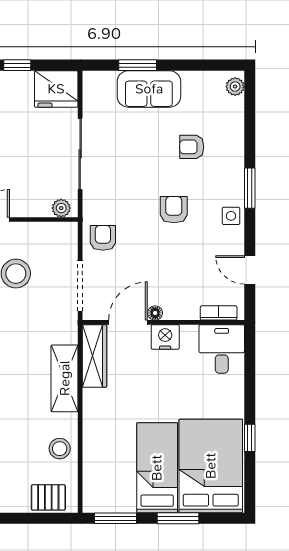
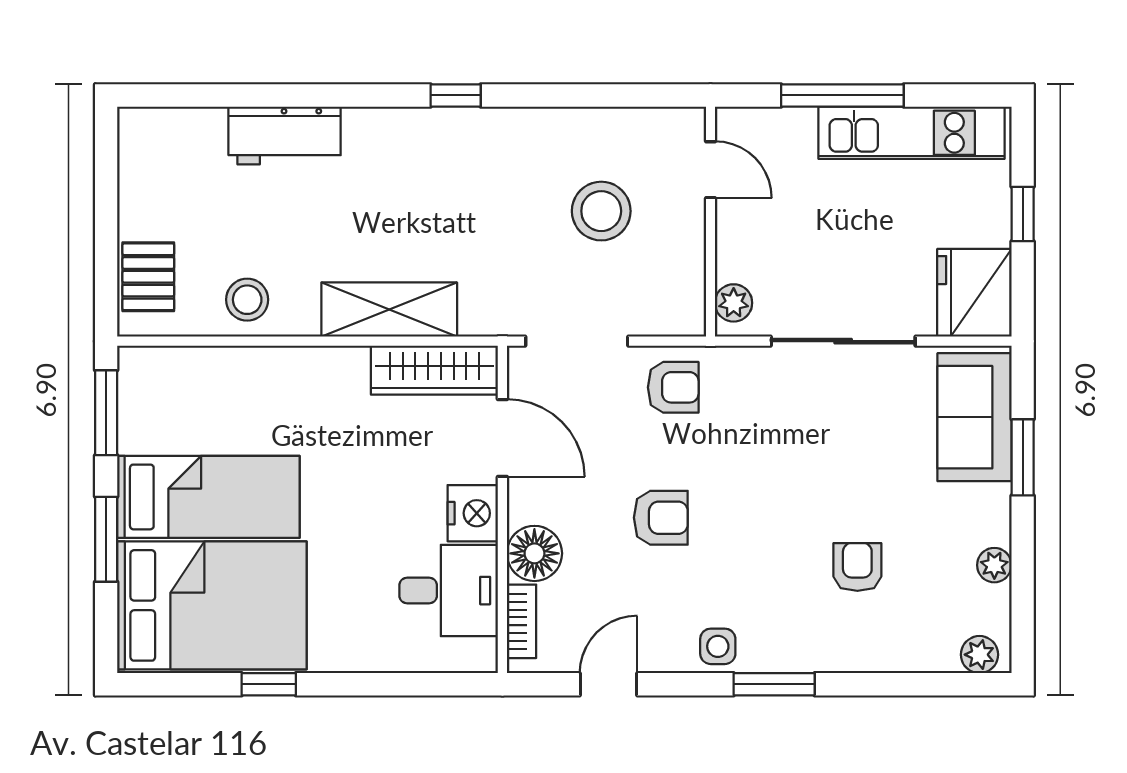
plant: (191, 79) -> (994, 565), added
sofa: (149, 89) -> (975, 417), moved
armchair: (174, 210) -> (661, 518), moved
floor lamp: (155, 313) -> (534, 553), moved, width x1.89, depth x1.89
desk: (222, 349) -> (449, 591), moved

